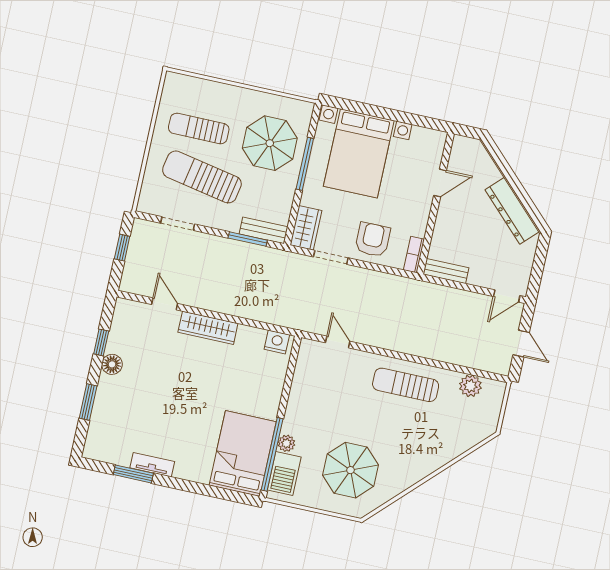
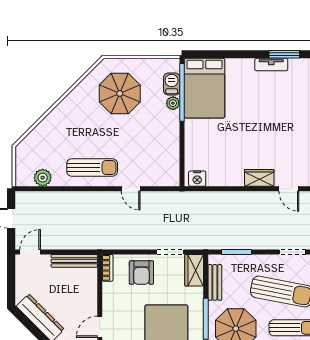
bench: (263, 230) -> (215, 282), moved, turned 90
bench: (446, 271) -> (74, 261), width x1.36
wardrobe: (208, 328) -> (259, 178), width x0.67
door: (338, 342) -> (131, 189), moved
barbecue: (284, 474) -> (172, 84), width x0.73, depth x0.79

